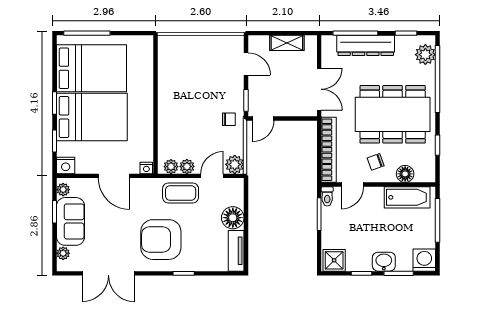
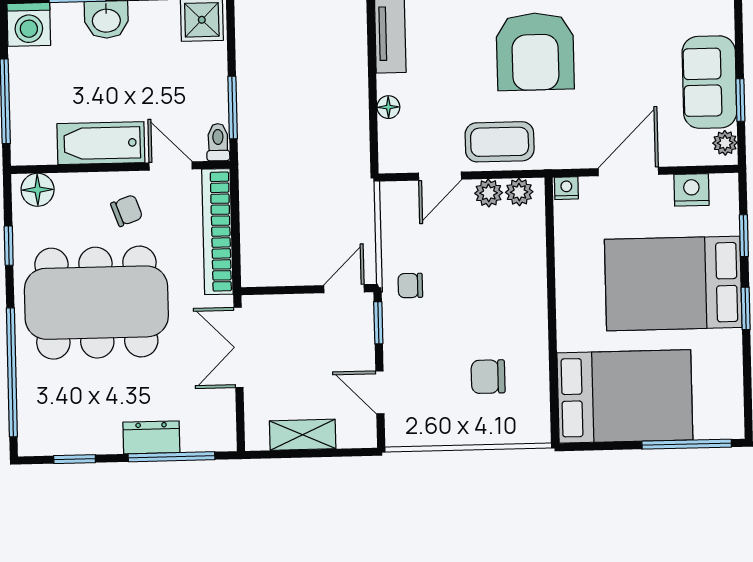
dresser: (366, 45) -> (151, 437), width x0.51, depth x0.80
plant: (425, 55) -> (36, 419), removed
bed: (92, 68) -> (625, 396), moved, turned 180
chair: (190, 71) -> (488, 377), added
plant: (235, 164) -> (397, 199), removed
nightstand: (66, 165) -> (691, 190), moved
floor lamp: (405, 174) -> (38, 190), moved
door: (114, 176) -> (628, 172), hinge flipped
door: (352, 185) -> (171, 166), hinge flipped
bathtub: (407, 197) -> (101, 143), moved
floor lamp: (233, 218) -> (388, 107), width x0.53, depth x0.53
armchair: (161, 240) -> (535, 52), turned 90
plant: (63, 253) -> (722, 21), removed

